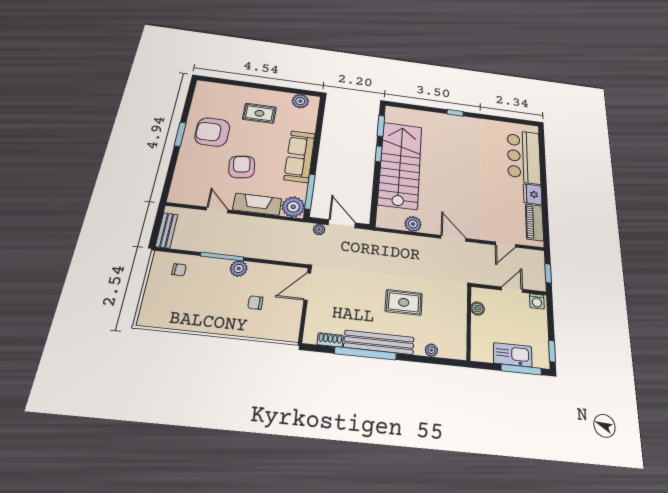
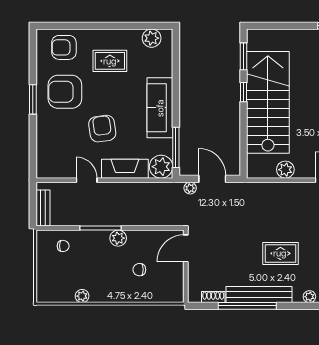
armchair: (219, 97) -> (64, 47), added
plant: (188, 324) -> (82, 296), added

